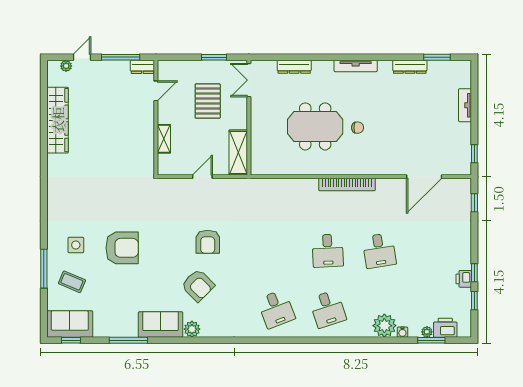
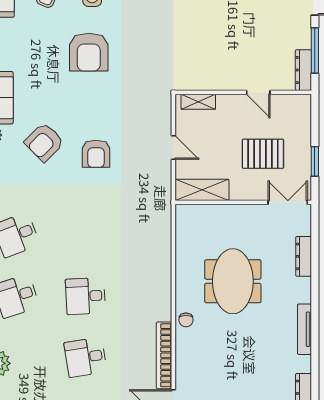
dresser: (142, 67) -> (303, 70), width x1.44
door: (156, 91) -> (258, 92), moved
chair: (358, 128) -> (186, 320), moved
shelving: (164, 139) -> (198, 102), moved
bookcase: (347, 184) -> (164, 355), moved
armchair: (208, 242) -> (96, 154), turned -90

